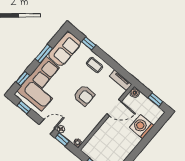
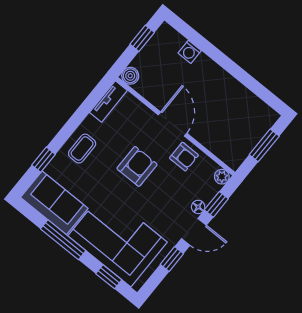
window: (44, 54) -> (63, 240), width x1.44
window: (24, 107) -> (172, 259), moved
door: (114, 108) -> (172, 124), moved
armchair: (89, 122) -> (184, 157), added
door: (47, 127) -> (194, 232), swing flipped
washing machine: (142, 127) -> (190, 52), width x0.53, depth x0.53

